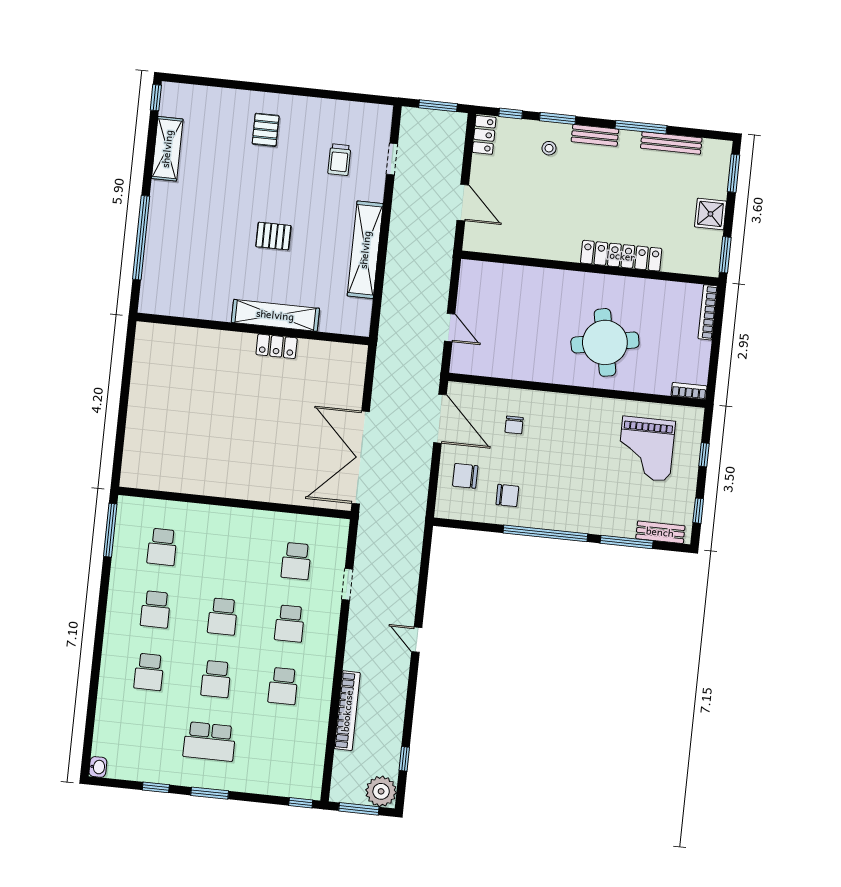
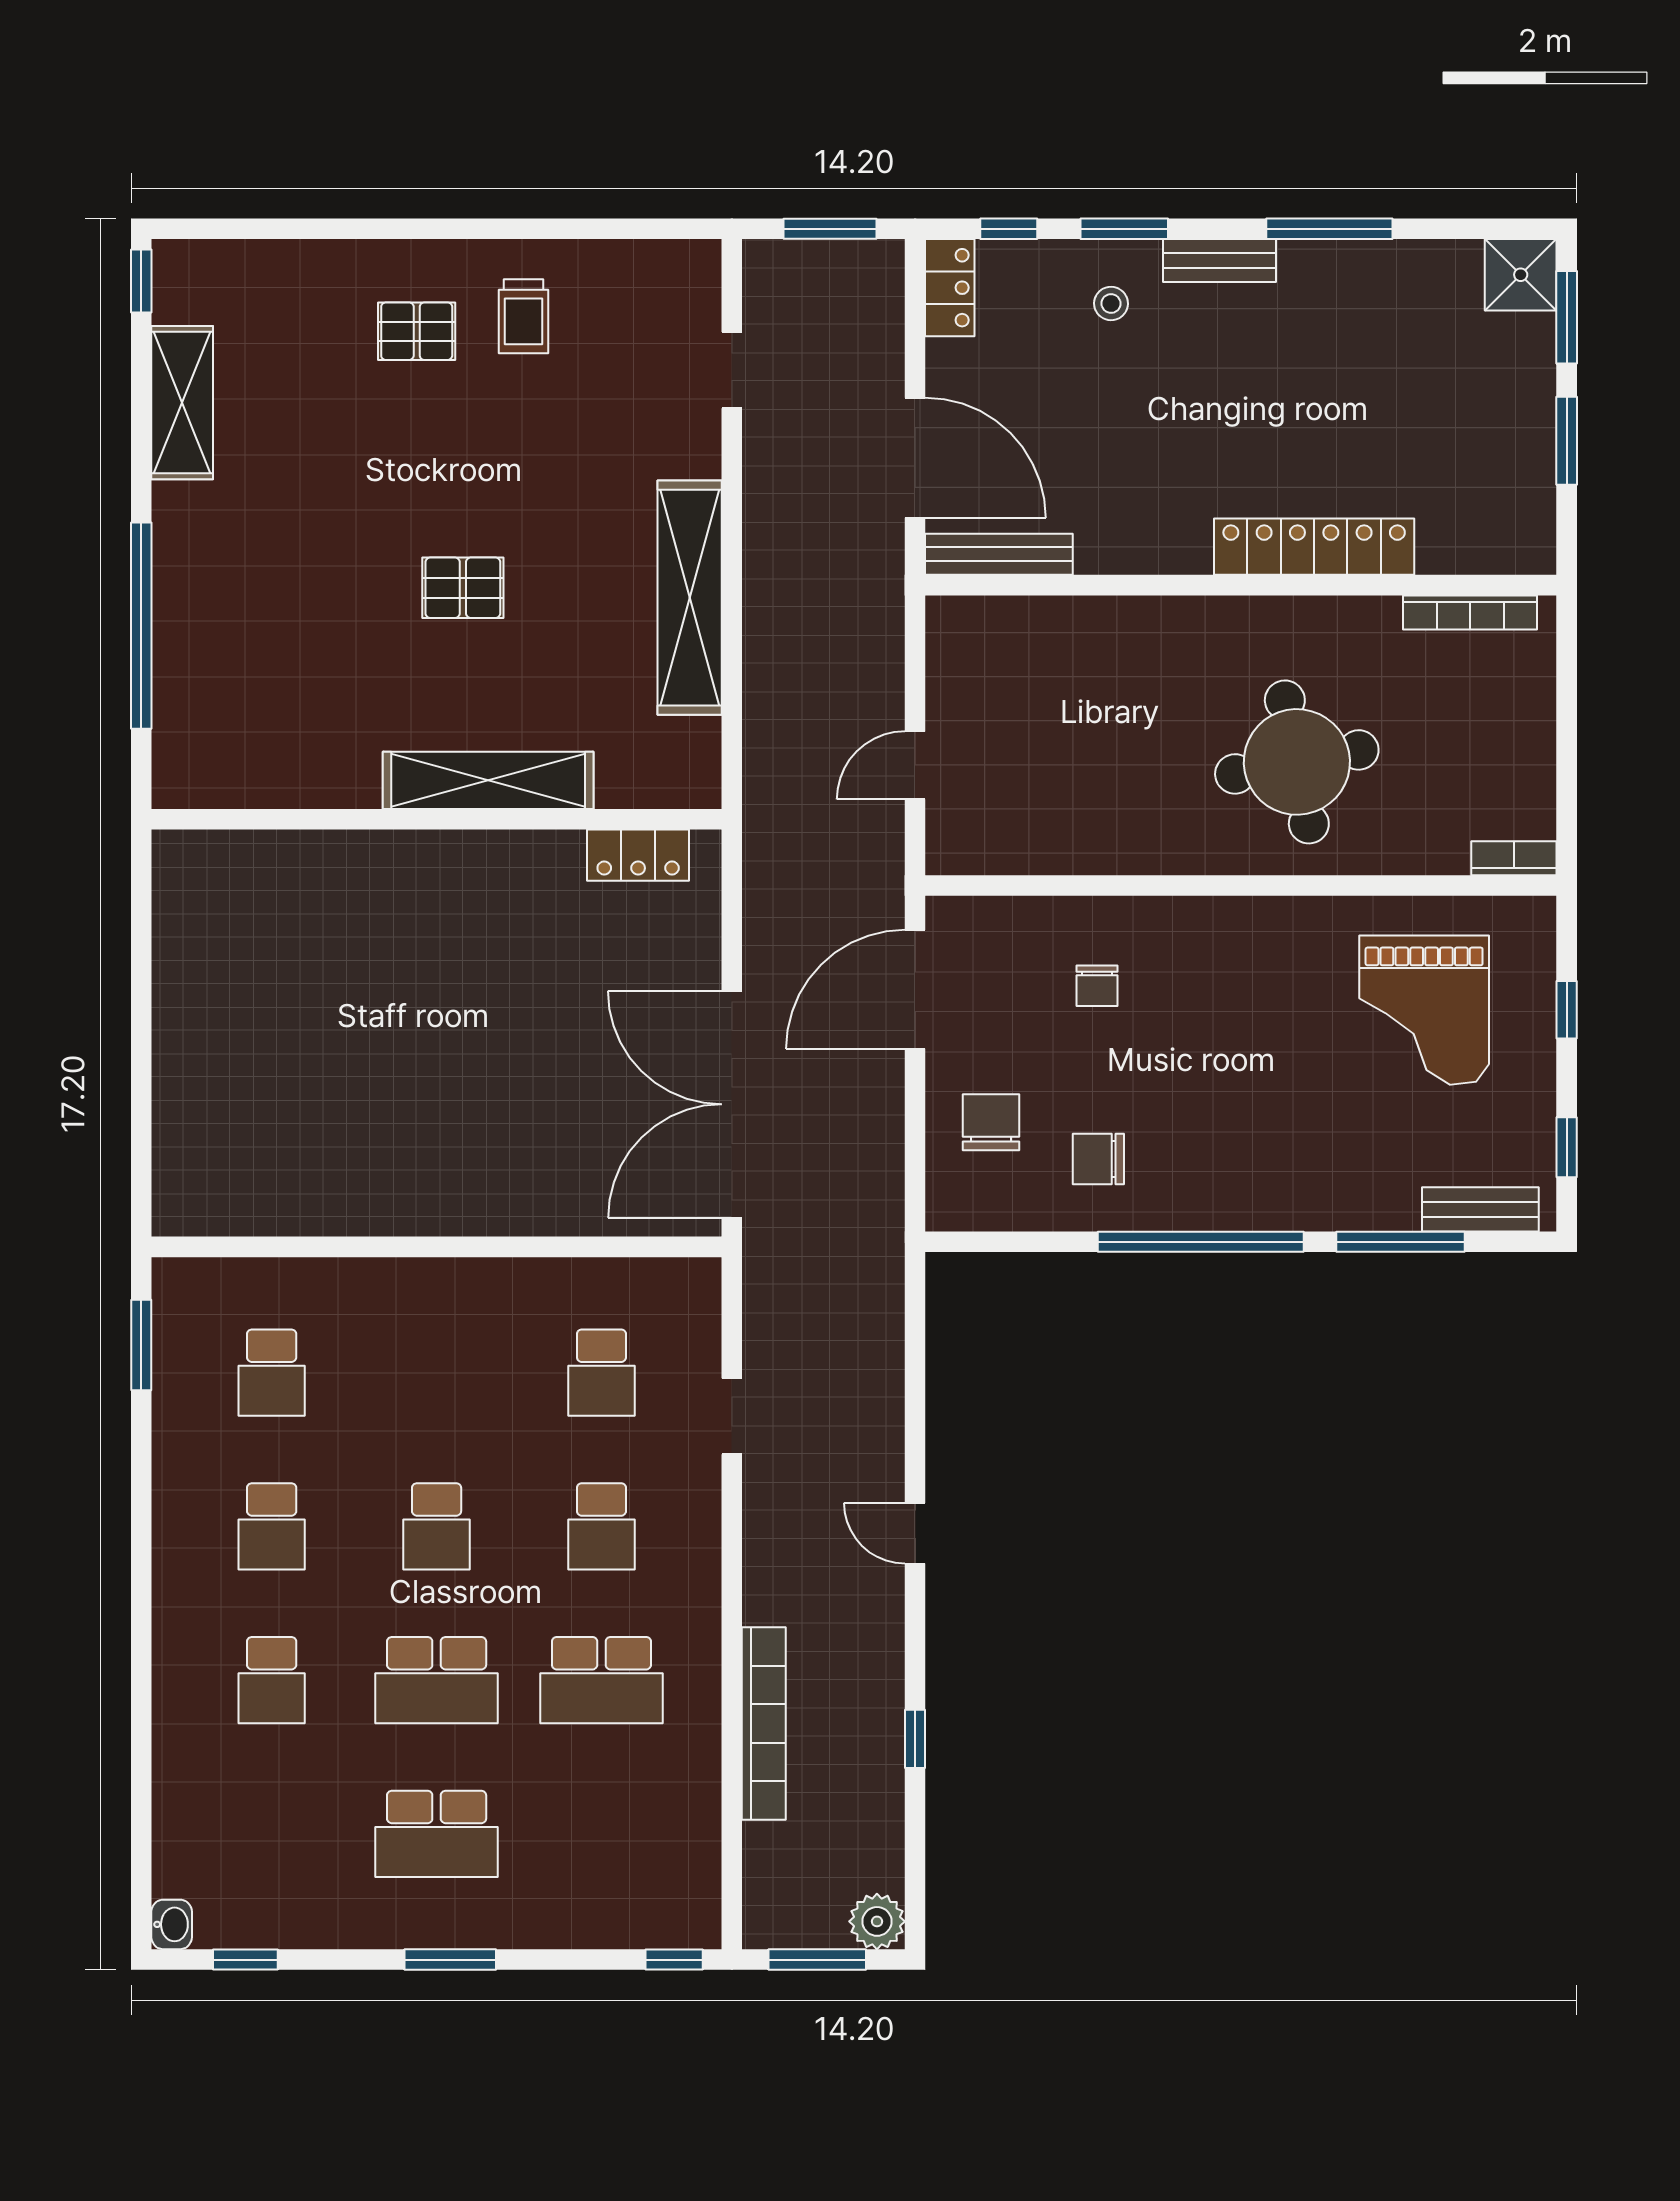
pallet: (266, 130) -> (417, 331), turned 90
bench: (671, 143) -> (999, 554), moved
trolley: (339, 160) -> (523, 316), moved
door: (463, 203) -> (915, 458), width x1.36
shower: (710, 214) -> (1521, 275), moved
window: (725, 255) -> (1567, 441), moved
bookcase: (708, 312) -> (1470, 612), moved, turned -90
door: (450, 328) -> (915, 765), swing flipped
locker: (277, 346) -> (638, 855), moved
door: (440, 419) -> (915, 989), swing flipped
chair: (465, 476) -> (991, 1122), turned 90
chair: (507, 495) -> (1098, 1159), turned 180
window: (110, 530) -> (141, 1345), width x0.69
school desk: (216, 679) -> (437, 1680), width x1.85
school desk: (283, 686) -> (601, 1680), width x1.85
window: (404, 759) -> (915, 1739), moved
window: (156, 787) -> (245, 1960), moved
plant: (381, 791) -> (877, 1921), width x0.73, depth x0.73

